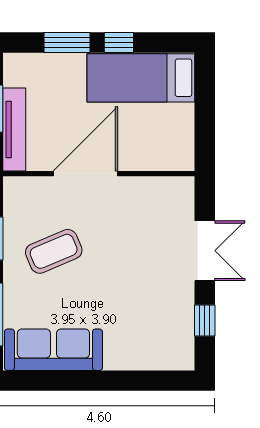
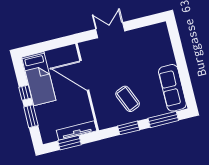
door: (85, 174) -> (84, 75), moved
window: (205, 320) -> (142, 22), removed

